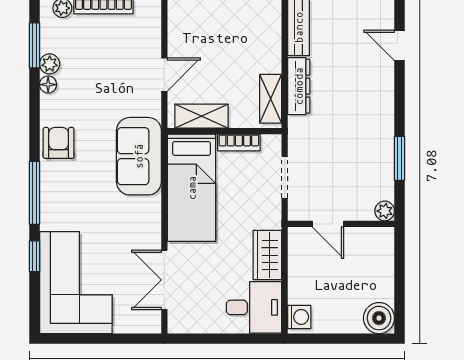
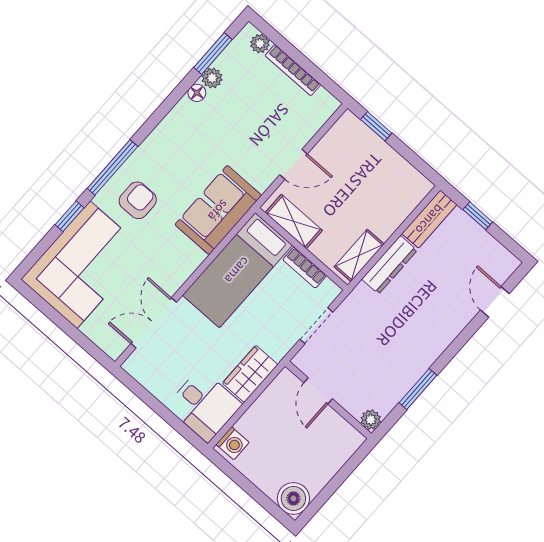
armchair: (59, 143) -> (138, 200), moved

